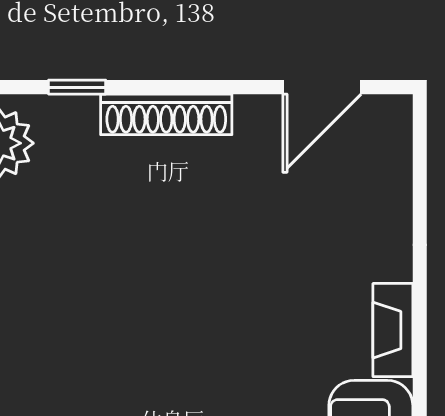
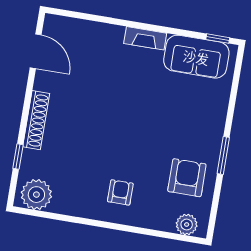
armchair: (35, 332) -> (120, 192), added

